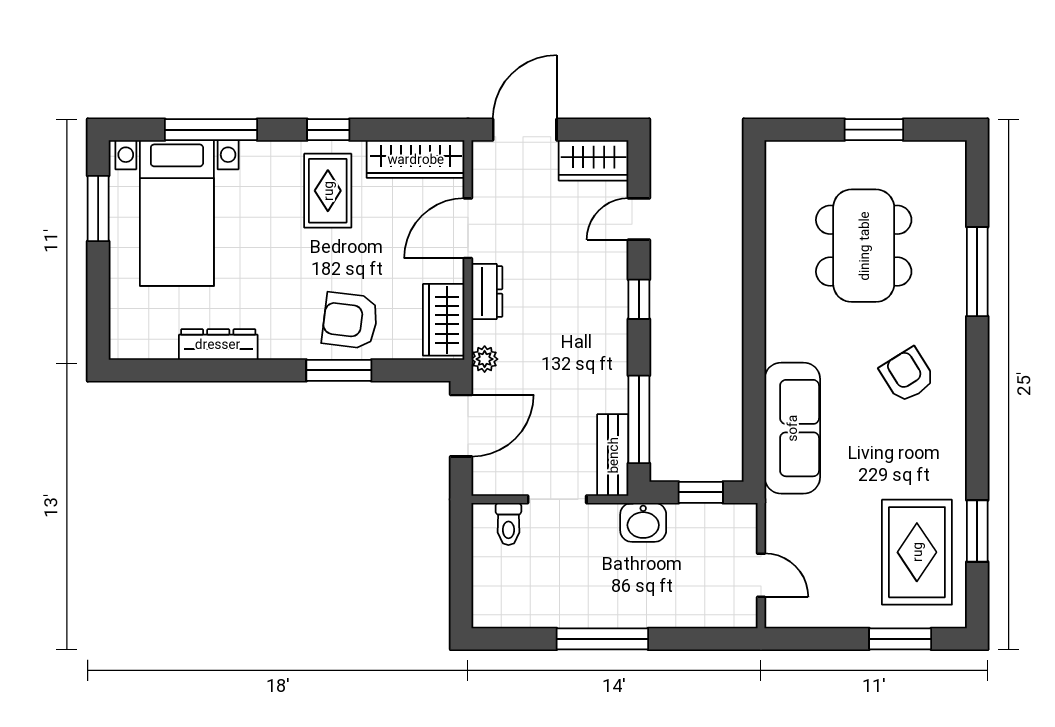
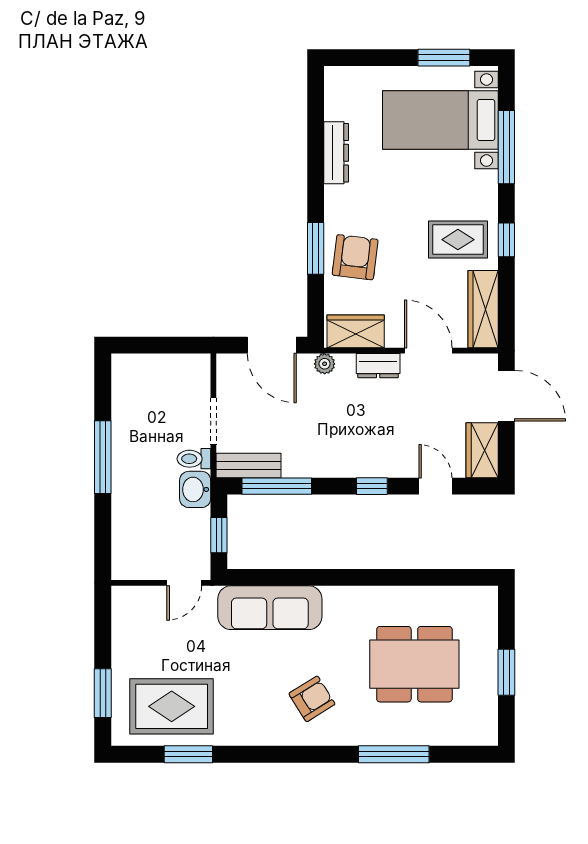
toilet: (508, 524) -> (194, 459), moved
door: (761, 575) -> (184, 583), moved

